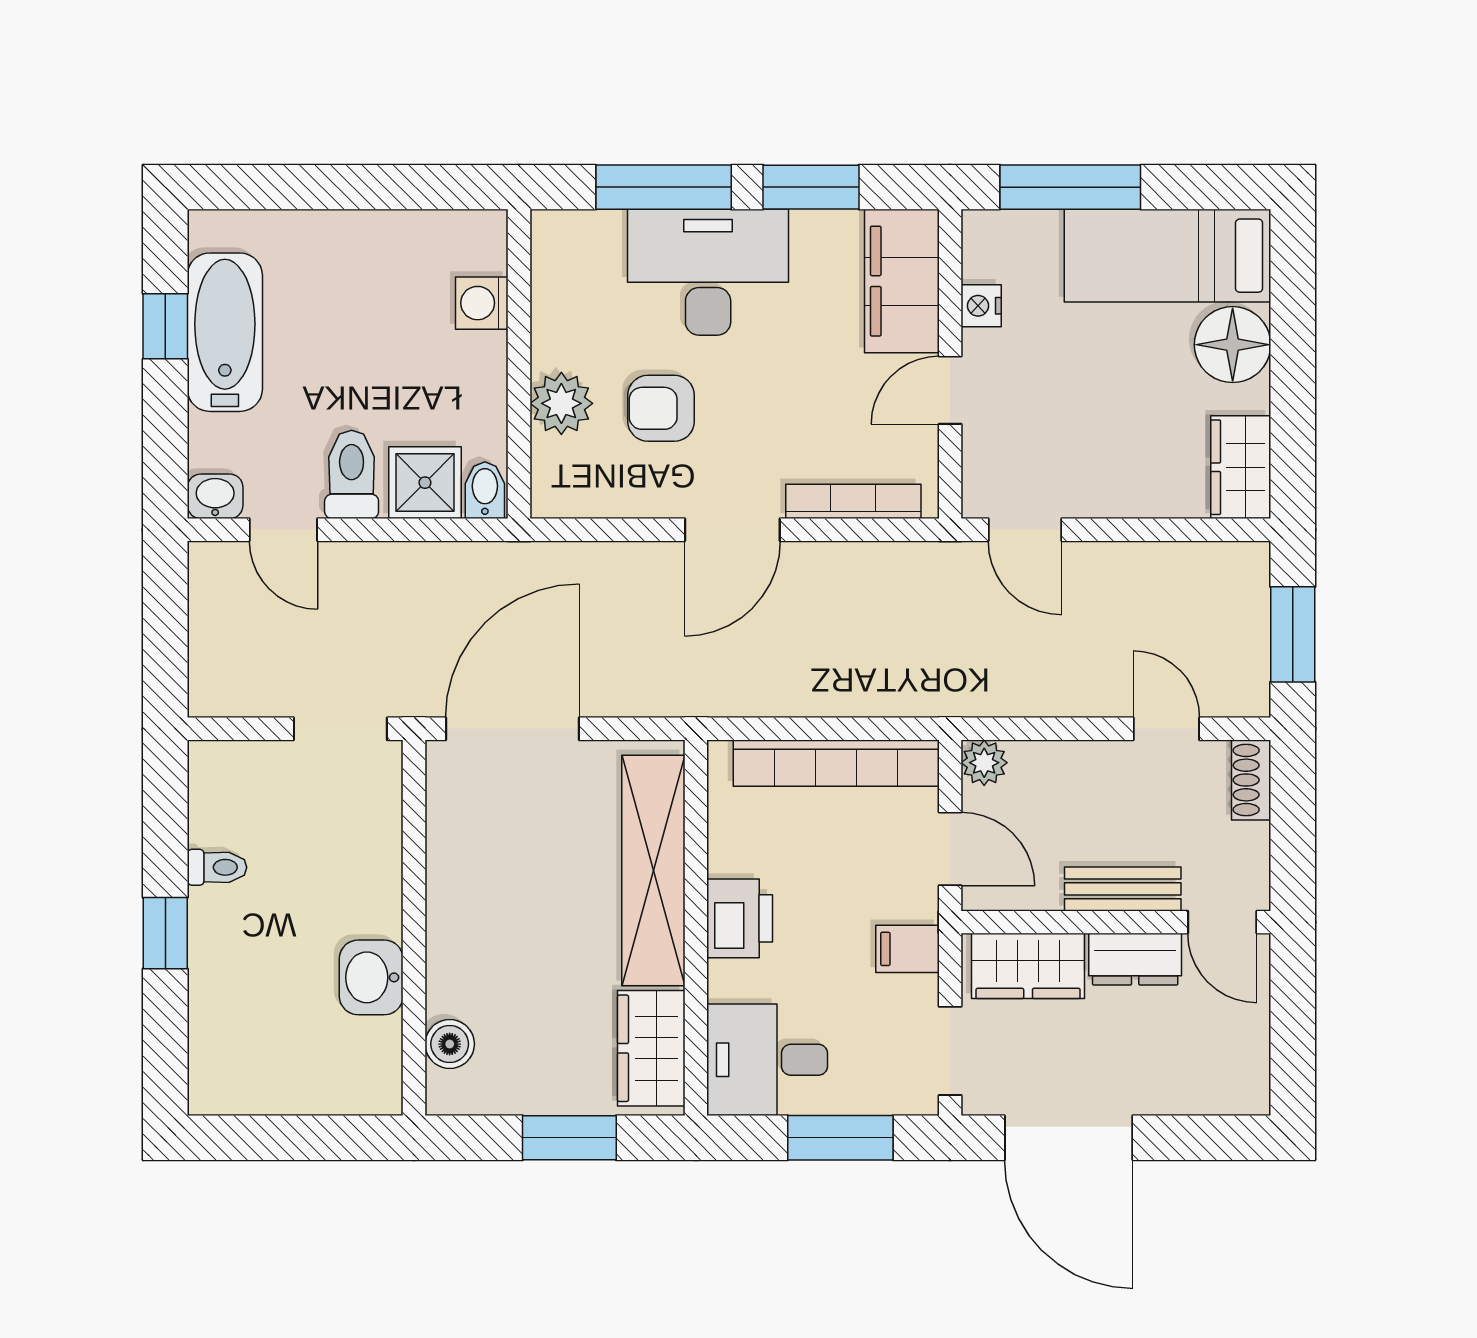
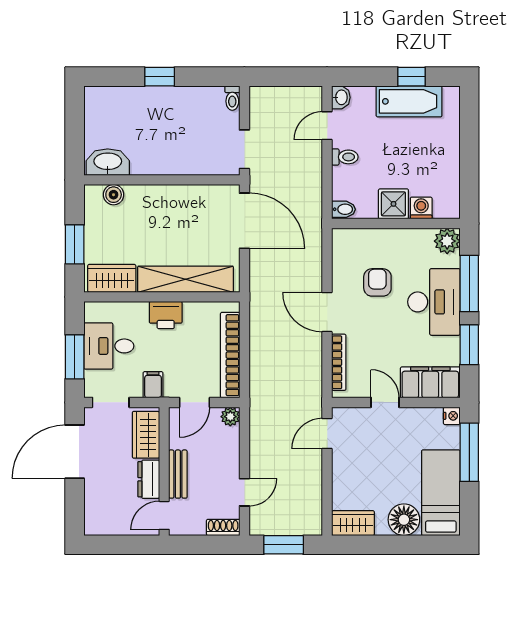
nightstand: (981, 306) -> (452, 416), moved, turned 90
plant: (561, 403) -> (447, 241), moved
toilet: (352, 474) -> (345, 157), width x0.73, depth x0.72
shower: (425, 483) -> (393, 204), moved
toilet: (217, 867) -> (232, 98), moved
washbasin: (371, 977) -> (108, 162), moved, width x1.38
desk: (767, 1060) -> (109, 346), moved, turned -90

